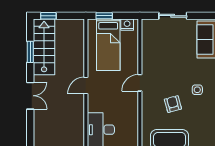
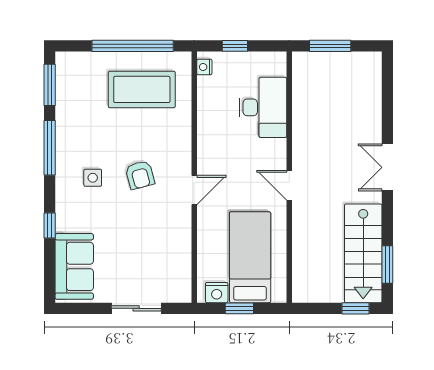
window: (104, 16) -> (239, 308), moved
window: (30, 52) -> (387, 265), moved
door: (86, 86) -> (289, 185), swing flipped
armchair: (173, 104) -> (140, 175), moved

